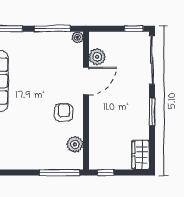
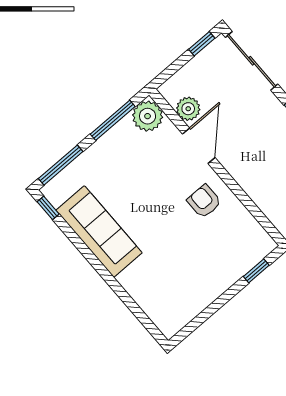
plant: (77, 37) -> (148, 116), width x1.87, depth x1.87
plant: (75, 144) -> (246, 226), removed
window: (60, 173) -> (256, 271), width x0.46

